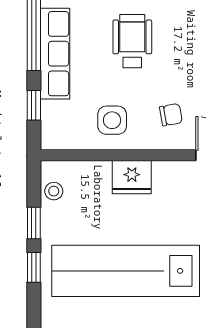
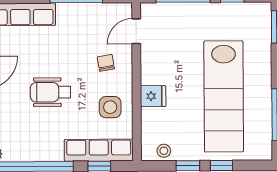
row of seats: (55, 54) -> (99, 150), moved
fridge: (132, 177) -> (153, 96), width x0.72

